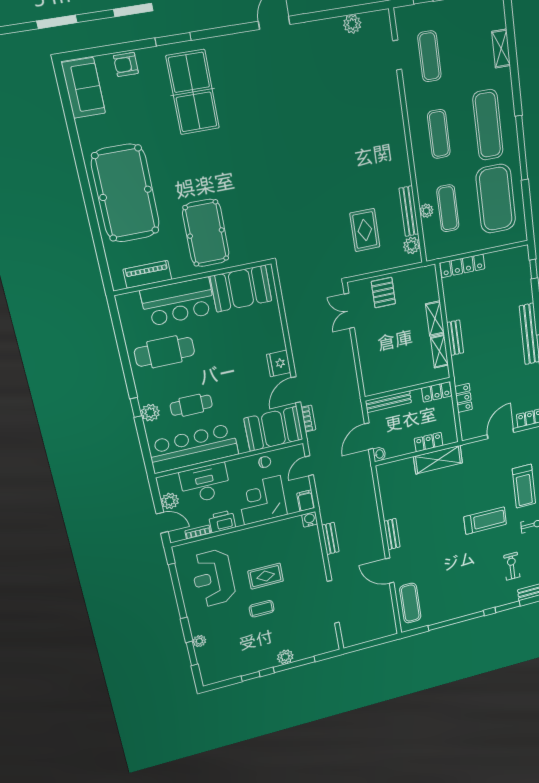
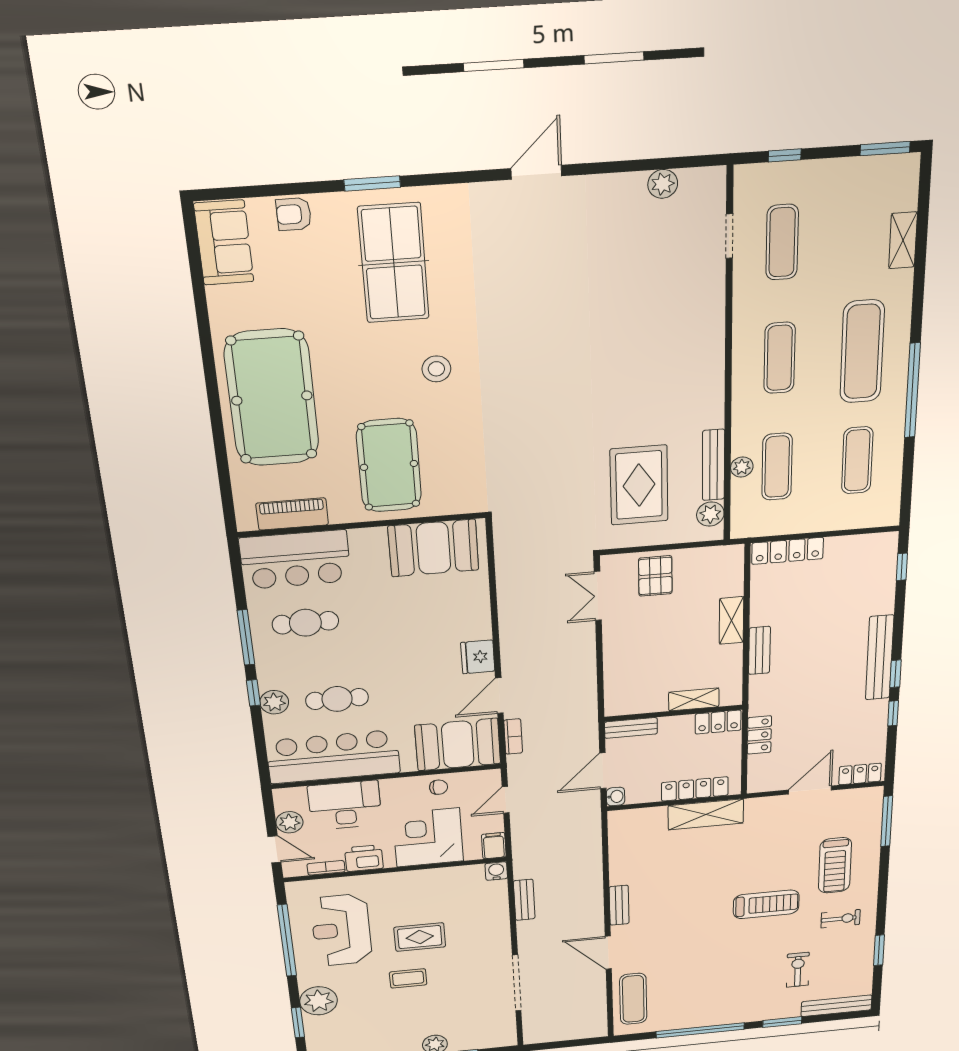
stool: (228, 162) -> (436, 369), added
exercise mat: (496, 199) -> (857, 460), width x0.50, depth x0.69
rug: (365, 230) -> (639, 485), width x1.36, depth x1.43
bar counter: (178, 302) -> (295, 560), moved
shelving: (439, 351) -> (694, 700), moved, turned 90
cafe table: (164, 352) -> (305, 623), width x0.73, depth x0.74
window: (127, 367) -> (246, 637), added
bench: (388, 402) -> (631, 728), width x0.73
locker: (429, 442) -> (695, 789), width x1.53
plant: (199, 641) -> (319, 1001), width x1.87, depth x1.87

